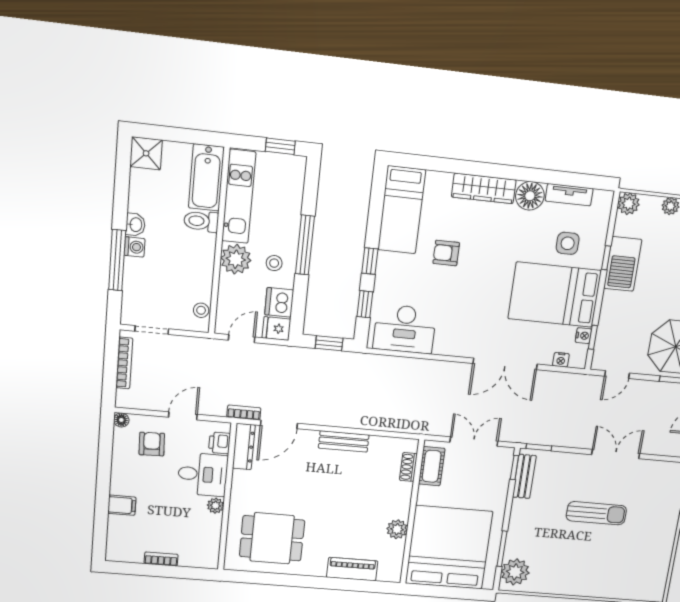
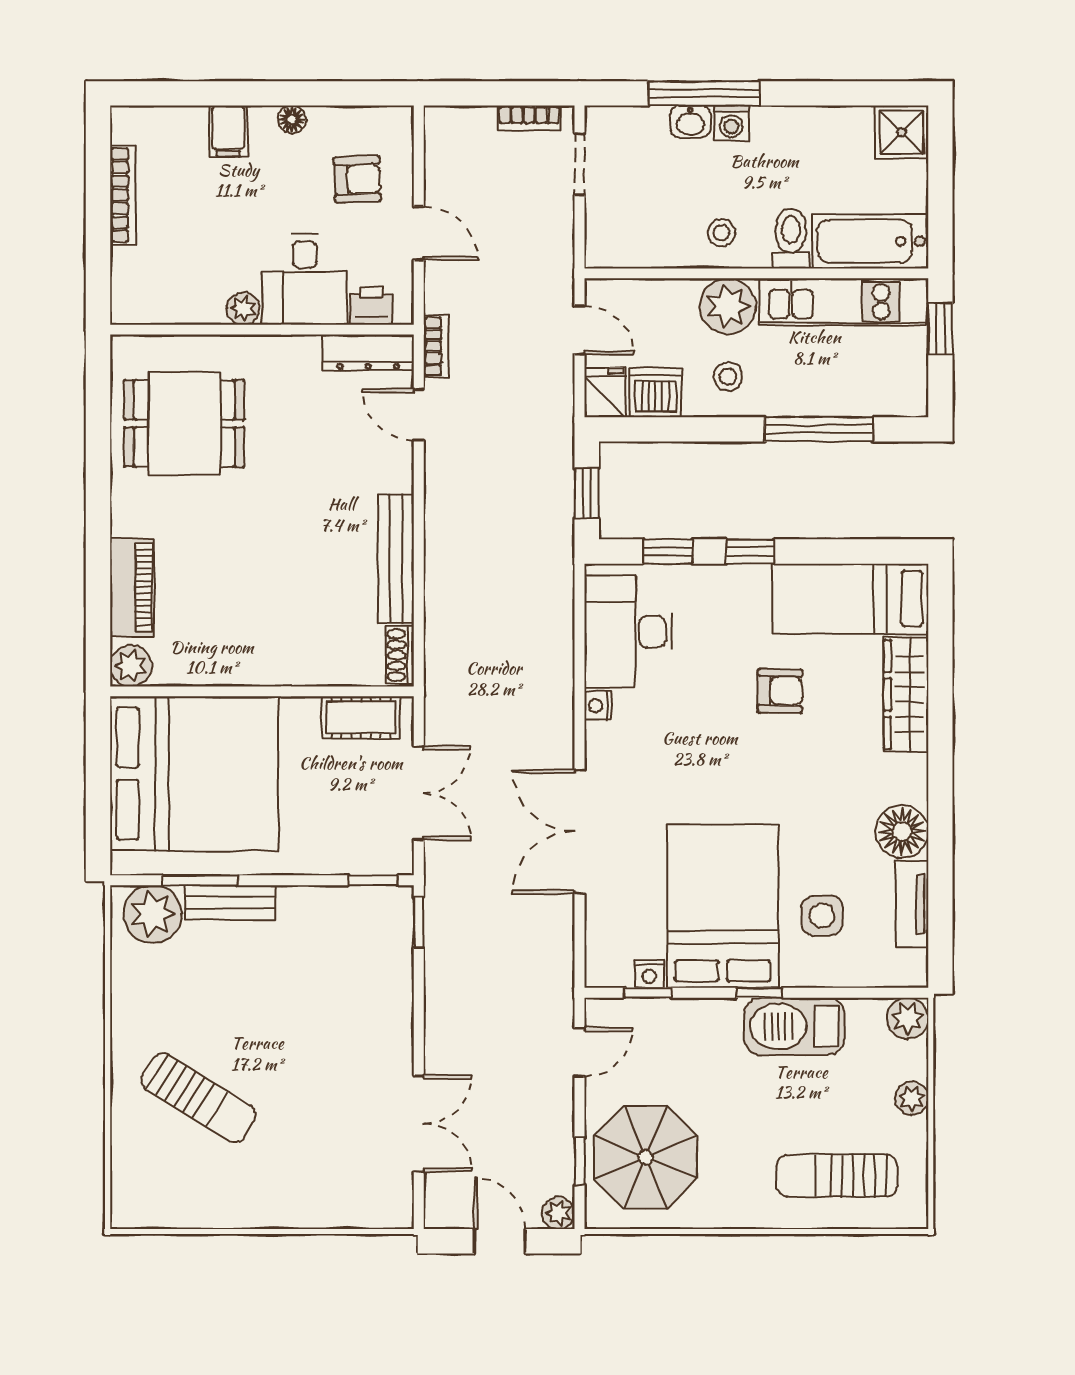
window: (280, 146) -> (940, 329), moved
wardrobe: (484, 188) -> (906, 694), moved
washbasin: (135, 225) -> (690, 122), moved
window: (305, 245) -> (819, 429), moved
armchair: (446, 253) -> (780, 691), turned 91
window: (606, 258) -> (759, 993), moved
stool: (201, 310) -> (721, 233), moved
nightstand: (561, 360) -> (598, 706), moved
bookcase: (124, 363) -> (529, 118), width x0.64
door: (617, 375) -> (579, 1052), swing flipped
floor lamp: (121, 420) -> (292, 119), moved
door: (279, 424) -> (419, 415), width x0.73
bench: (344, 441) -> (396, 559), width x1.36
double door: (616, 454) -> (419, 1124), moved
shoe rack: (408, 467) -> (400, 655), moved, turned -90
bench: (524, 476) -> (230, 902), moved
sun lounger: (596, 513) -> (198, 1098), moved, turned -58
plant: (397, 529) -> (131, 666), moved
dining table: (272, 538) -> (184, 423), turned 90
bookcase: (161, 559) -> (123, 195), width x1.56

